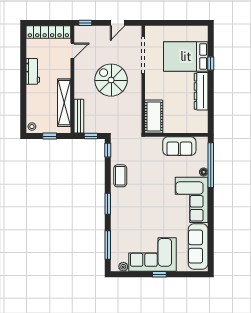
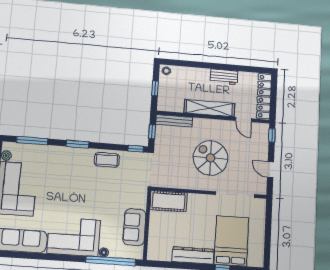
spiral stairs: (111, 80) -> (210, 158), turned -90
shelving: (64, 103) -> (209, 108), moved

